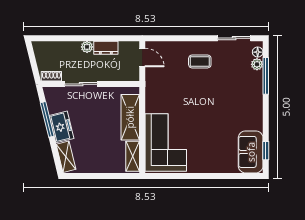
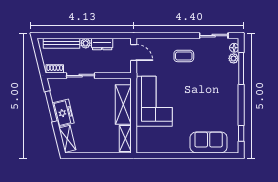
bench: (59, 47) -> (61, 43), added
corner sofa: (166, 142) -> (154, 101), moved
sofa: (251, 152) -> (209, 142), moved, turned 90

